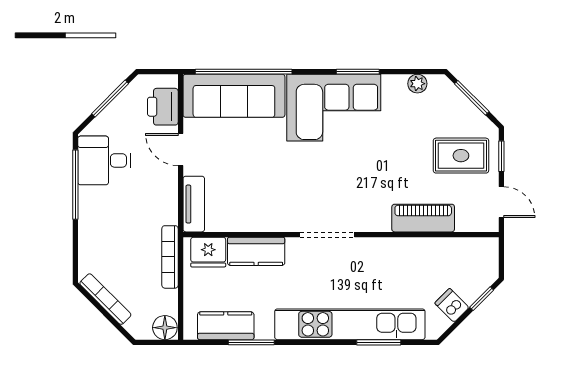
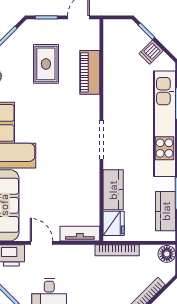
door: (181, 149) -> (41, 243), swing flipped
rug: (461, 156) -> (46, 64), moved

